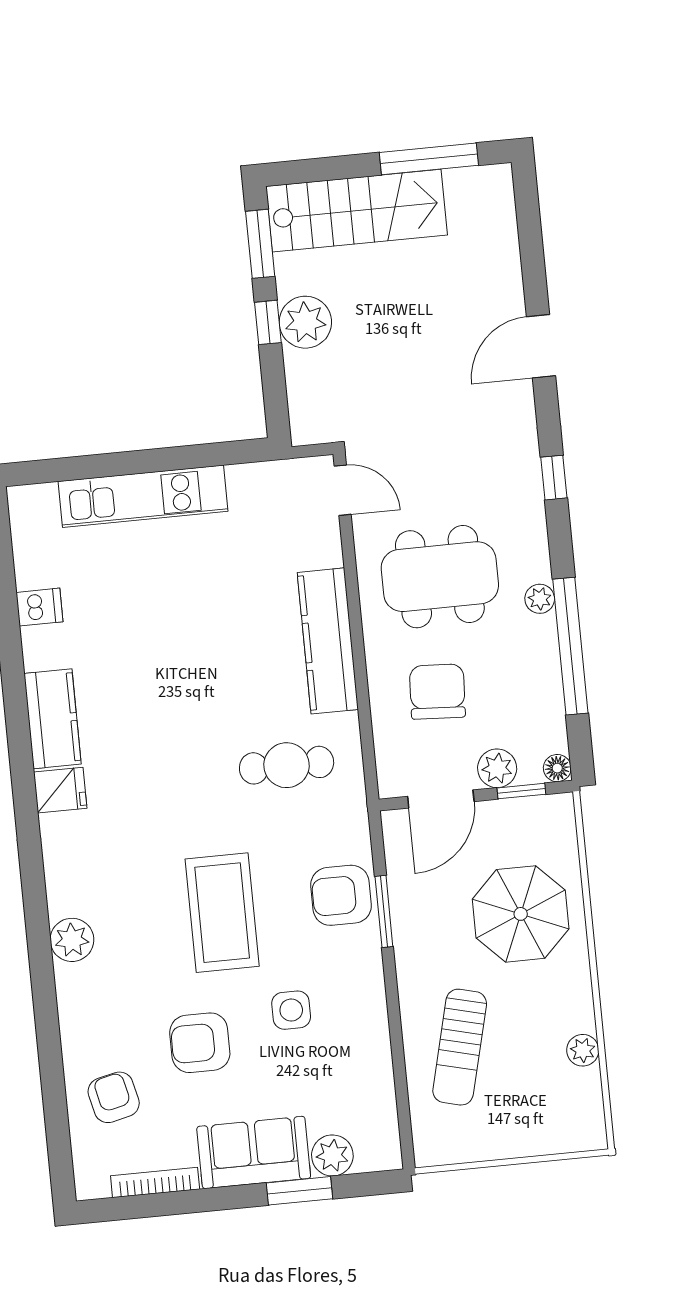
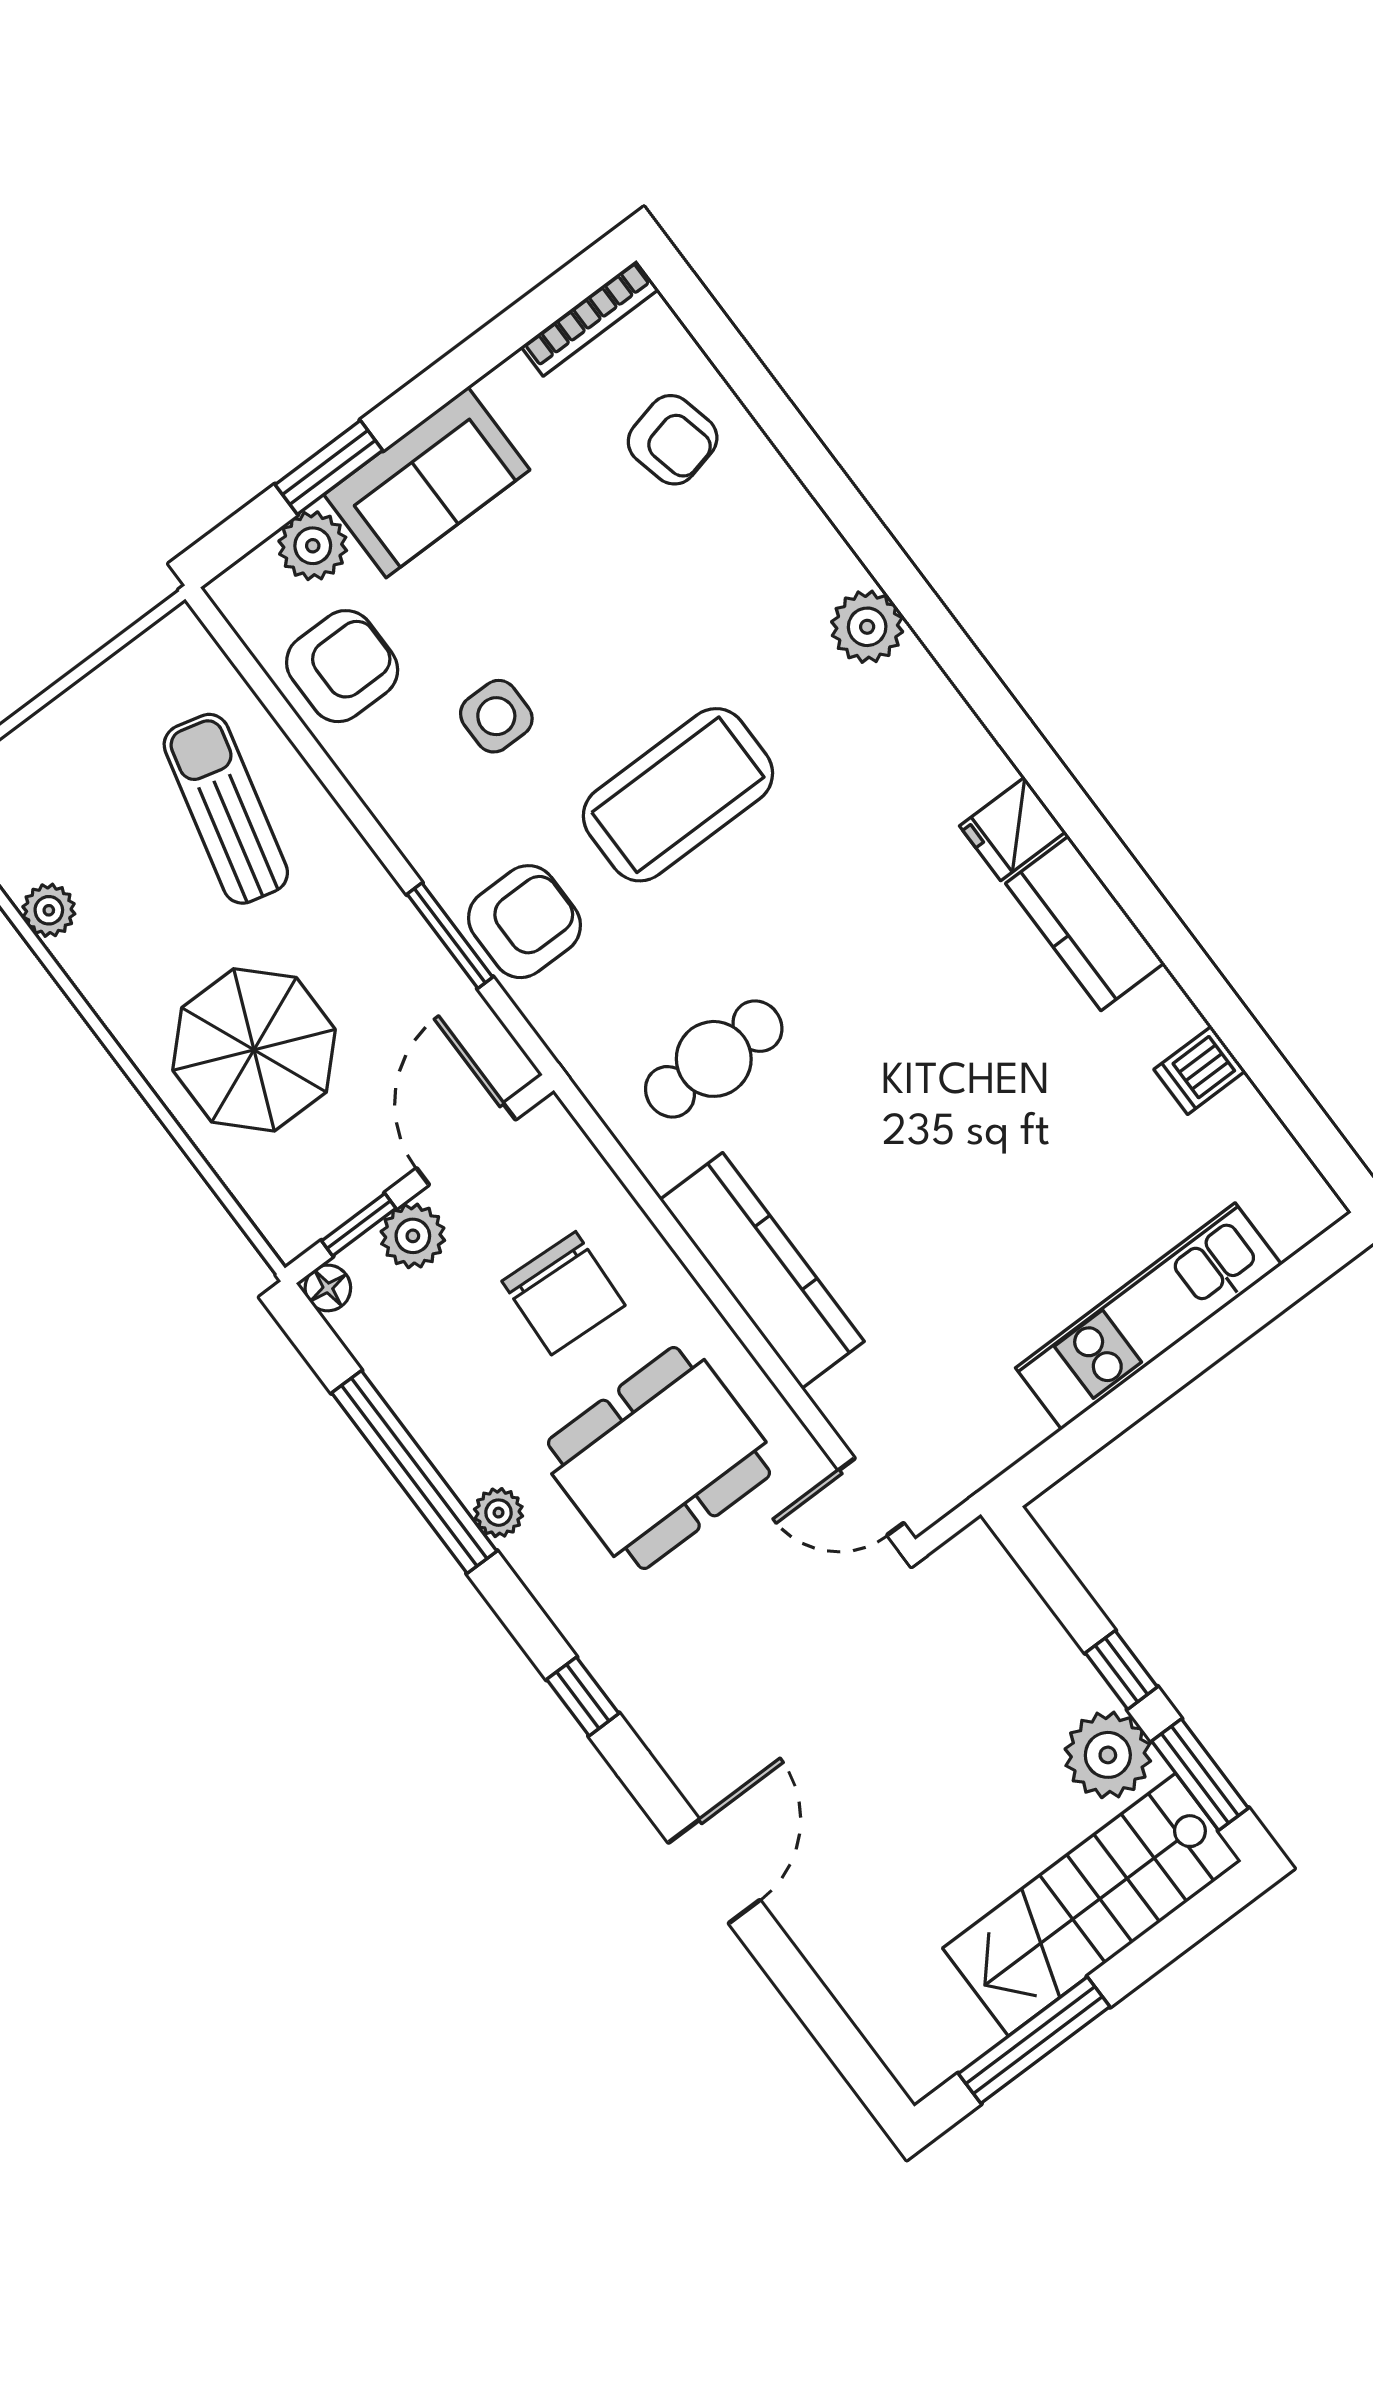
plant: (305, 322) -> (1108, 1755), moved
coffee table: (222, 913) -> (678, 795), turned 90
armchair: (200, 1043) -> (342, 666), moved
bookcase: (155, 1182) -> (590, 318), moved

